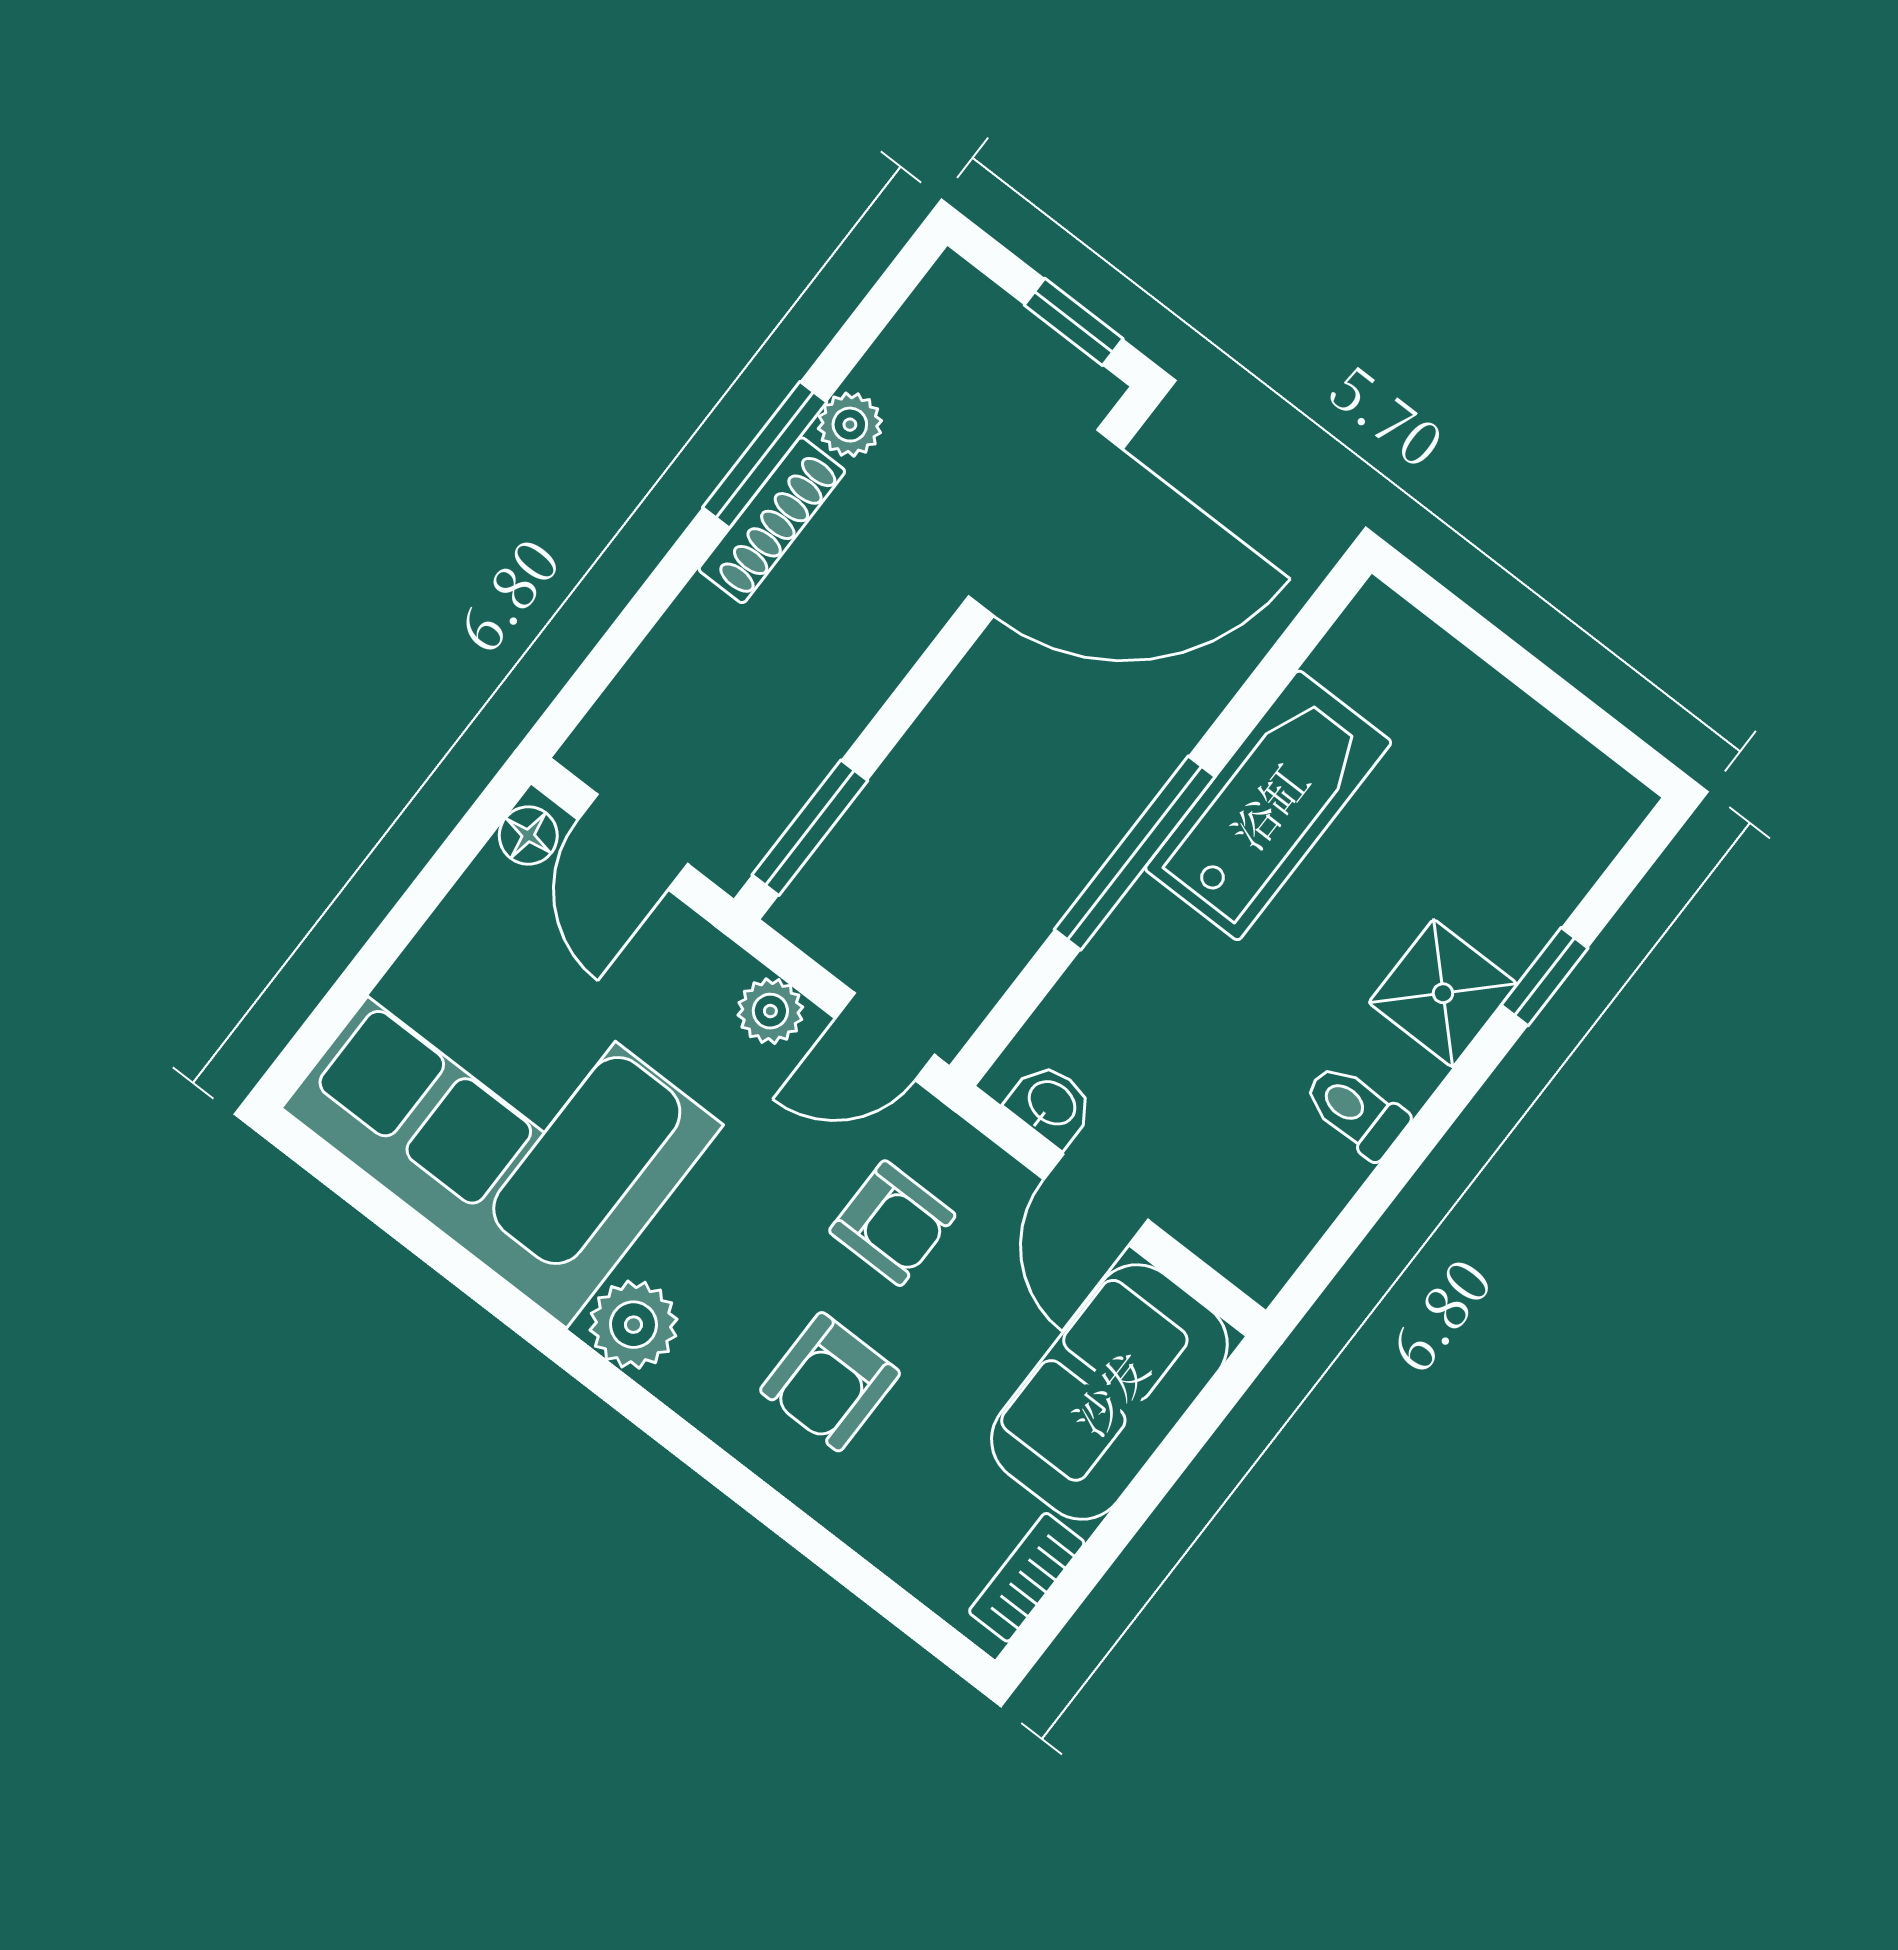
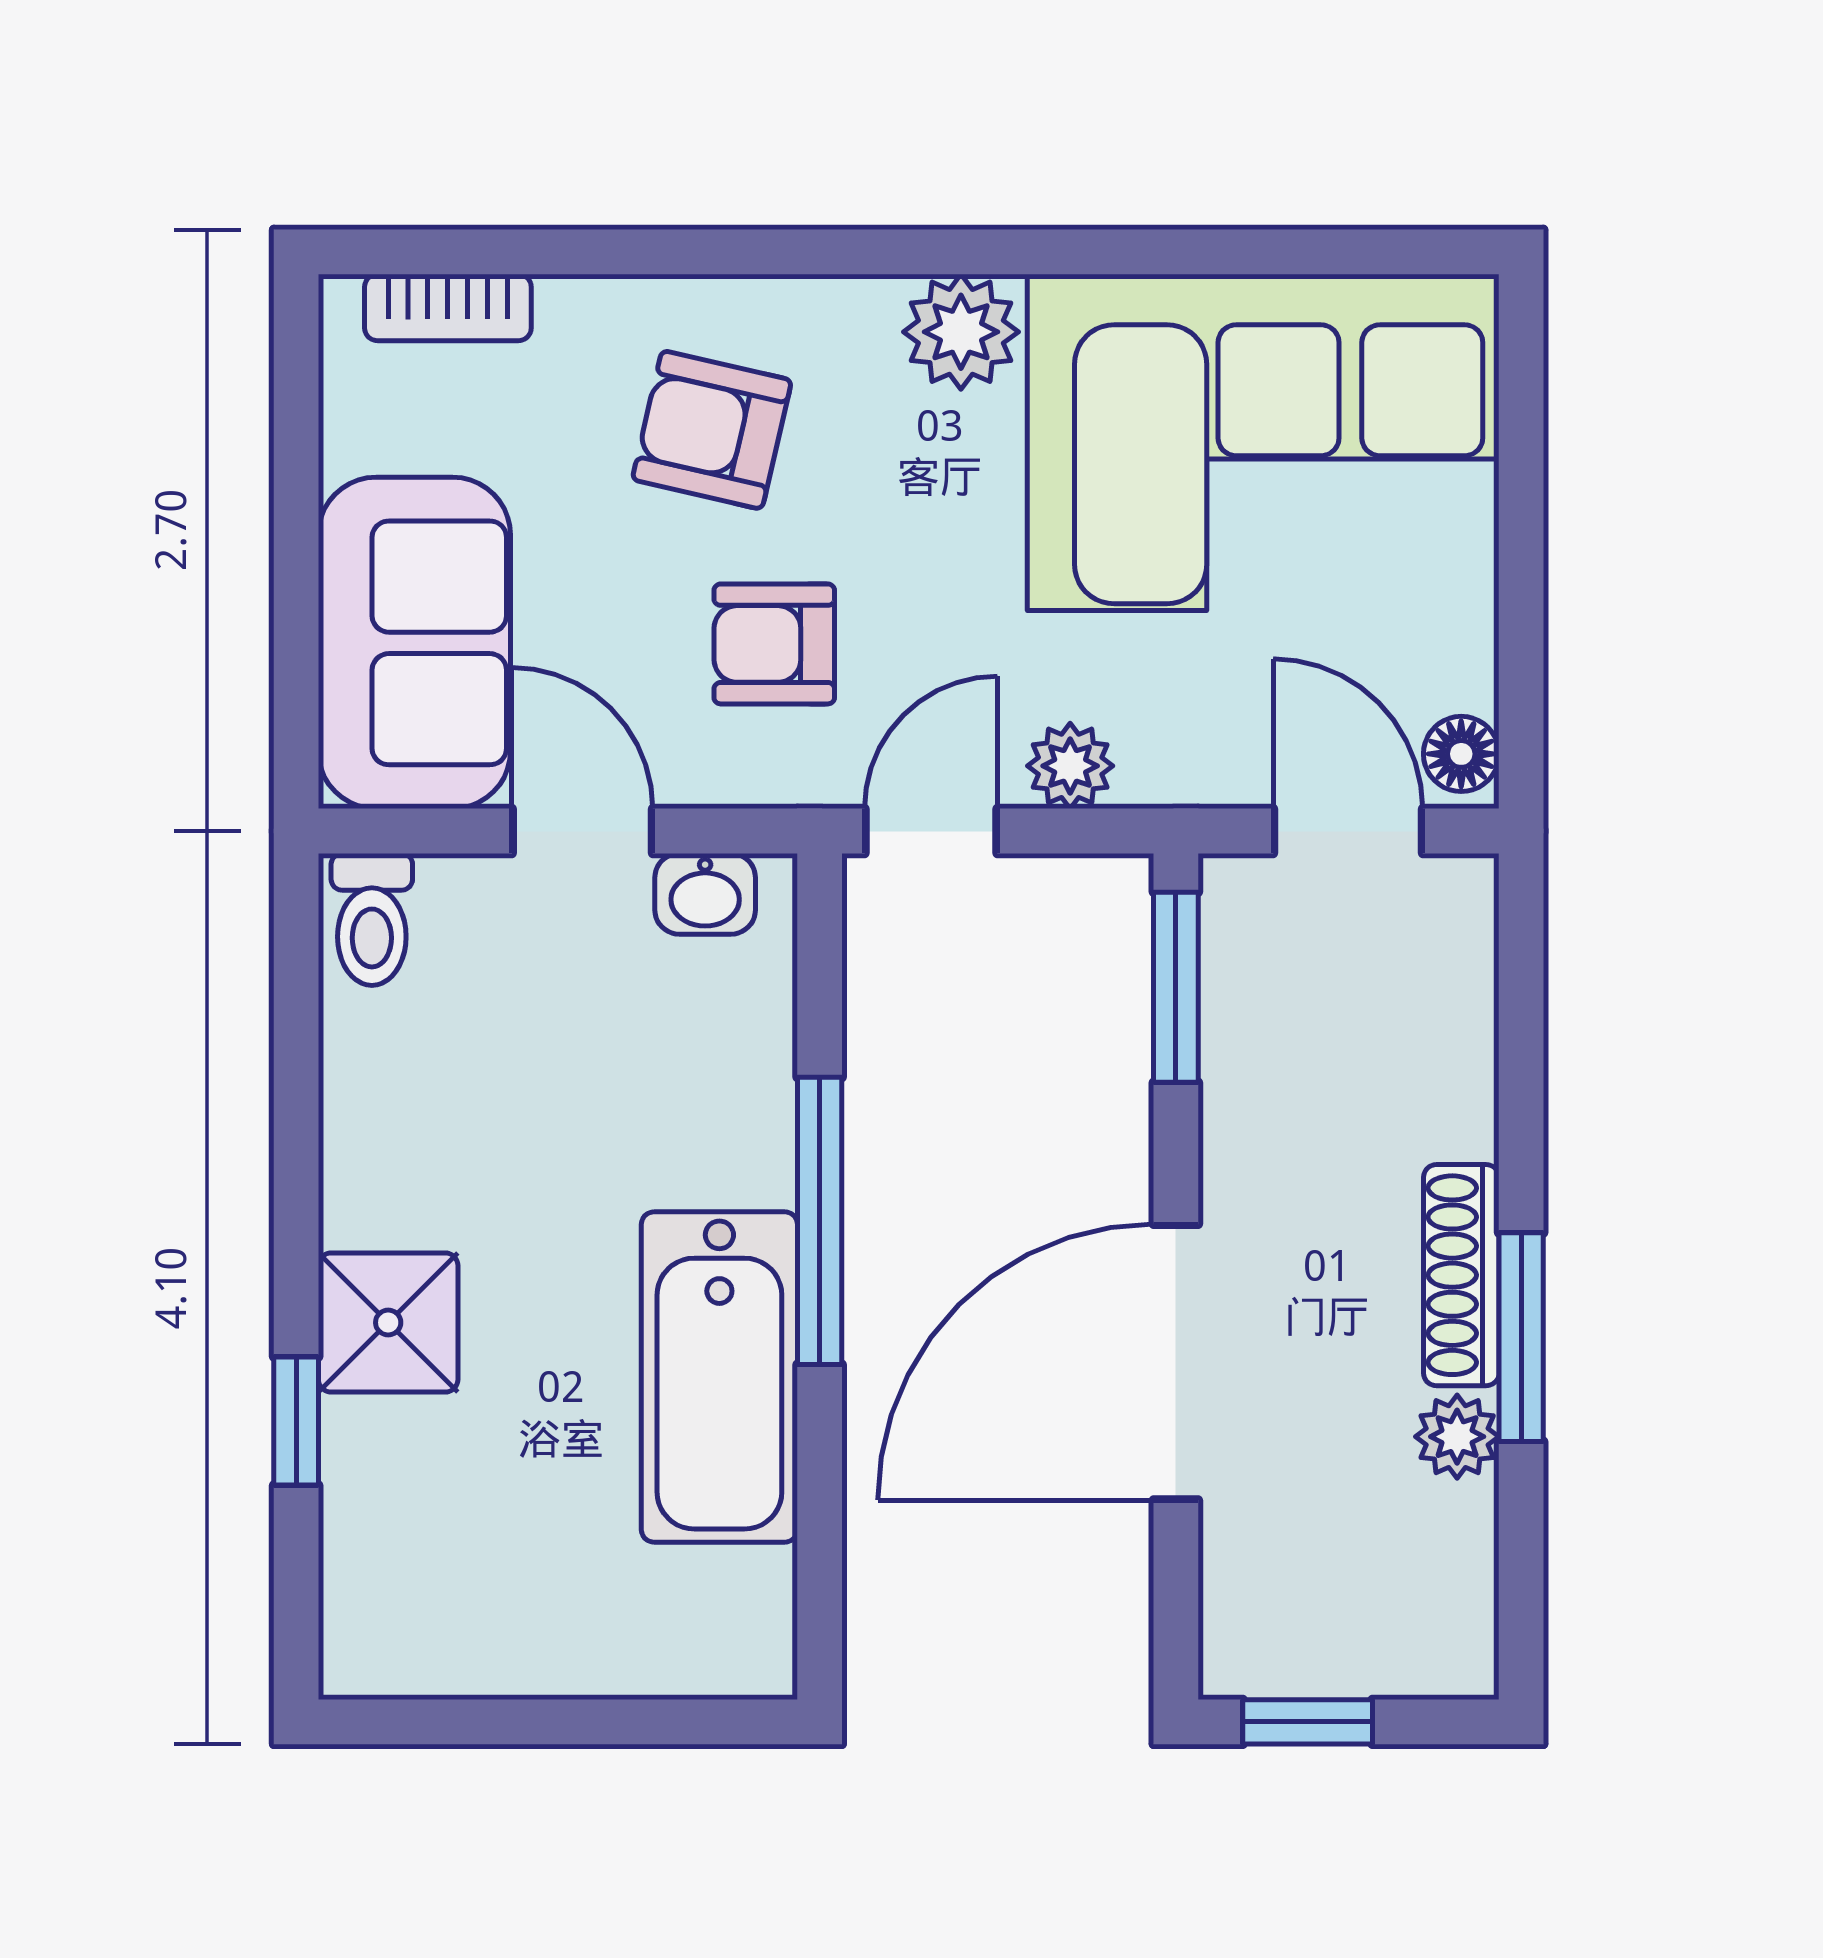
door: (1045, 523) -> (1176, 1362), moved
toilet: (1356, 1111) -> (372, 919), moved, turned 90
armchair: (830, 1382) -> (712, 430), turned -77
bookcase: (1027, 1577) -> (448, 307), moved, turned 90

